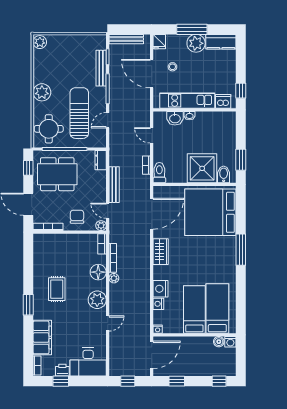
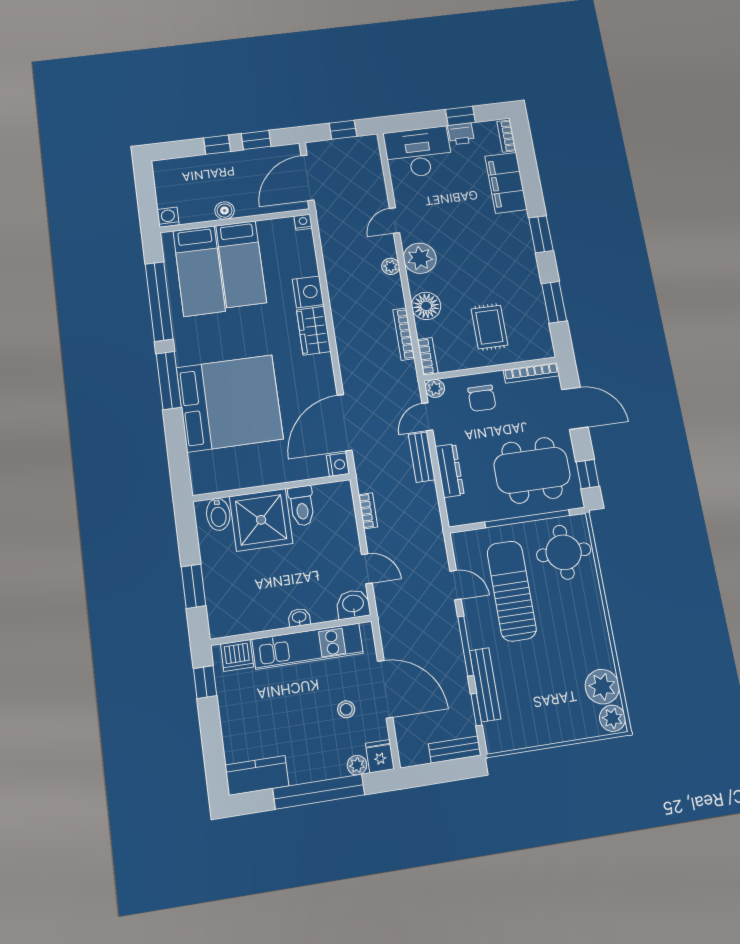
window: (192, 29) -> (319, 792), width x1.46
bench: (126, 39) -> (455, 750), width x0.73
plant: (196, 43) -> (357, 765), moved, width x0.53, depth x0.53
plant: (42, 92) -> (602, 687), moved
sun lounger: (79, 113) -> (512, 591), turned 180
washbasin: (175, 118) -> (353, 604), moved
door: (108, 120) -> (455, 585), hinge flipped
dresser: (101, 160) -> (450, 471), moved, width x1.44
window: (241, 160) -> (193, 586), moved
toilet: (159, 173) -> (302, 506), moved
bench: (114, 185) -> (422, 457), width x0.73
door: (108, 211) -> (427, 417), swing flipped
bed: (210, 212) -> (230, 403), moved
wardrobe: (161, 252) -> (314, 331), moved
window: (28, 265) -> (554, 302), added
plant: (114, 278) -> (391, 266), moved
rug: (57, 289) -> (489, 327), moved
window: (241, 294) -> (159, 301), added
nightstand: (158, 304) -> (338, 465), moved
boiler: (219, 342) -> (225, 211), moved
window: (219, 381) -> (217, 145), moved

